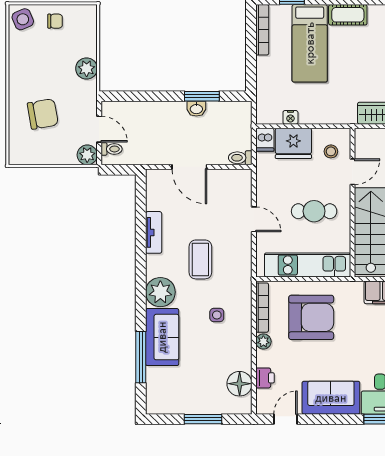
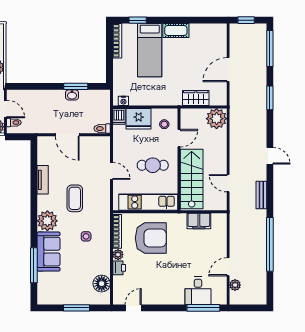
nightstand: (290, 117) -> (123, 101), moved
printer: (265, 378) -> (119, 268), moved
sofa: (331, 398) -> (164, 293), removed

